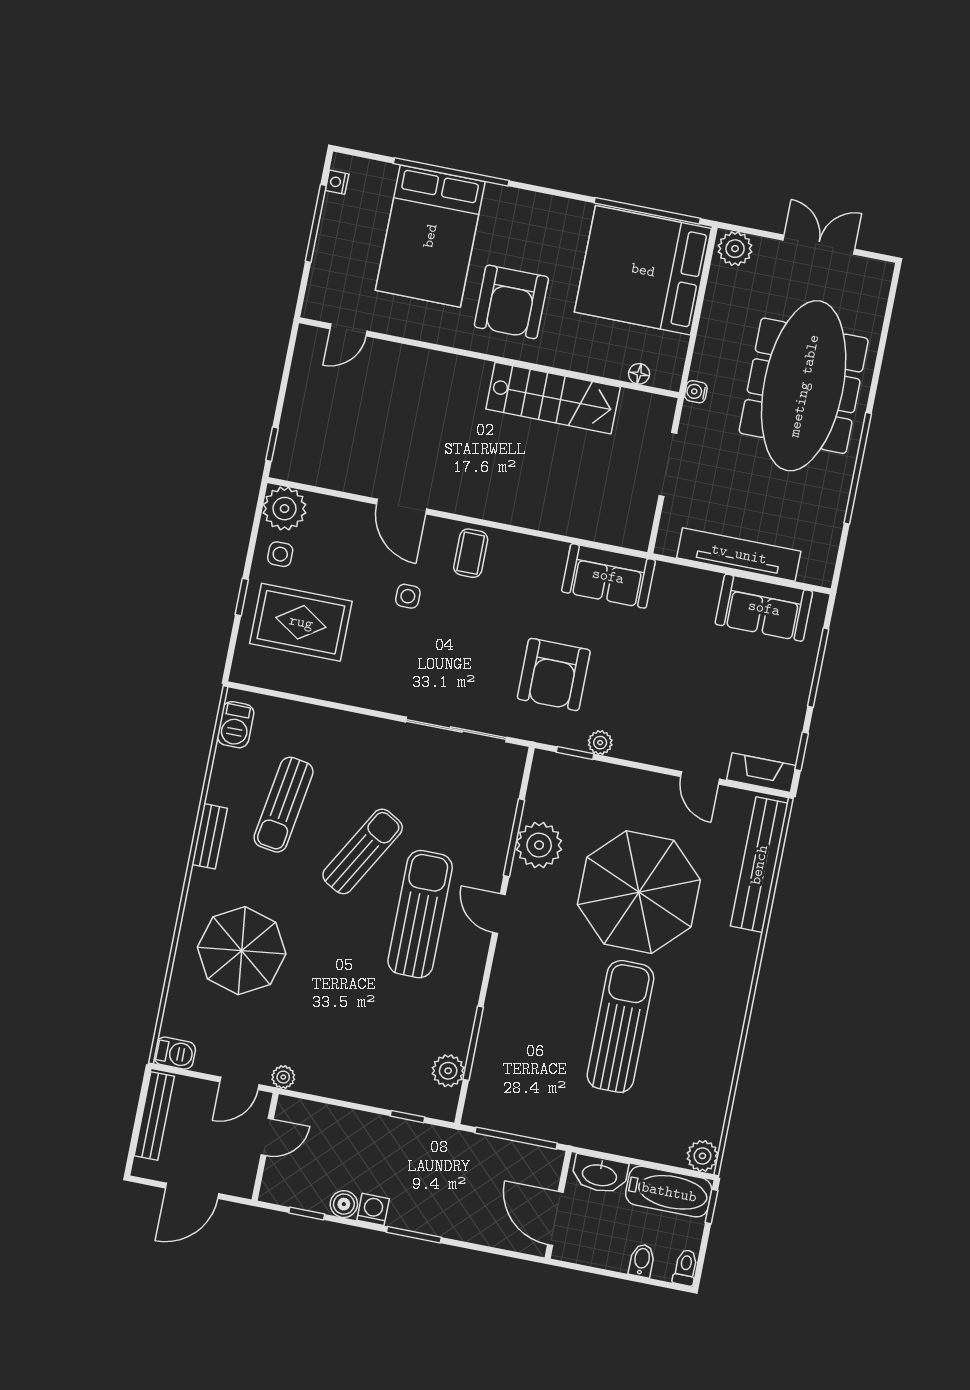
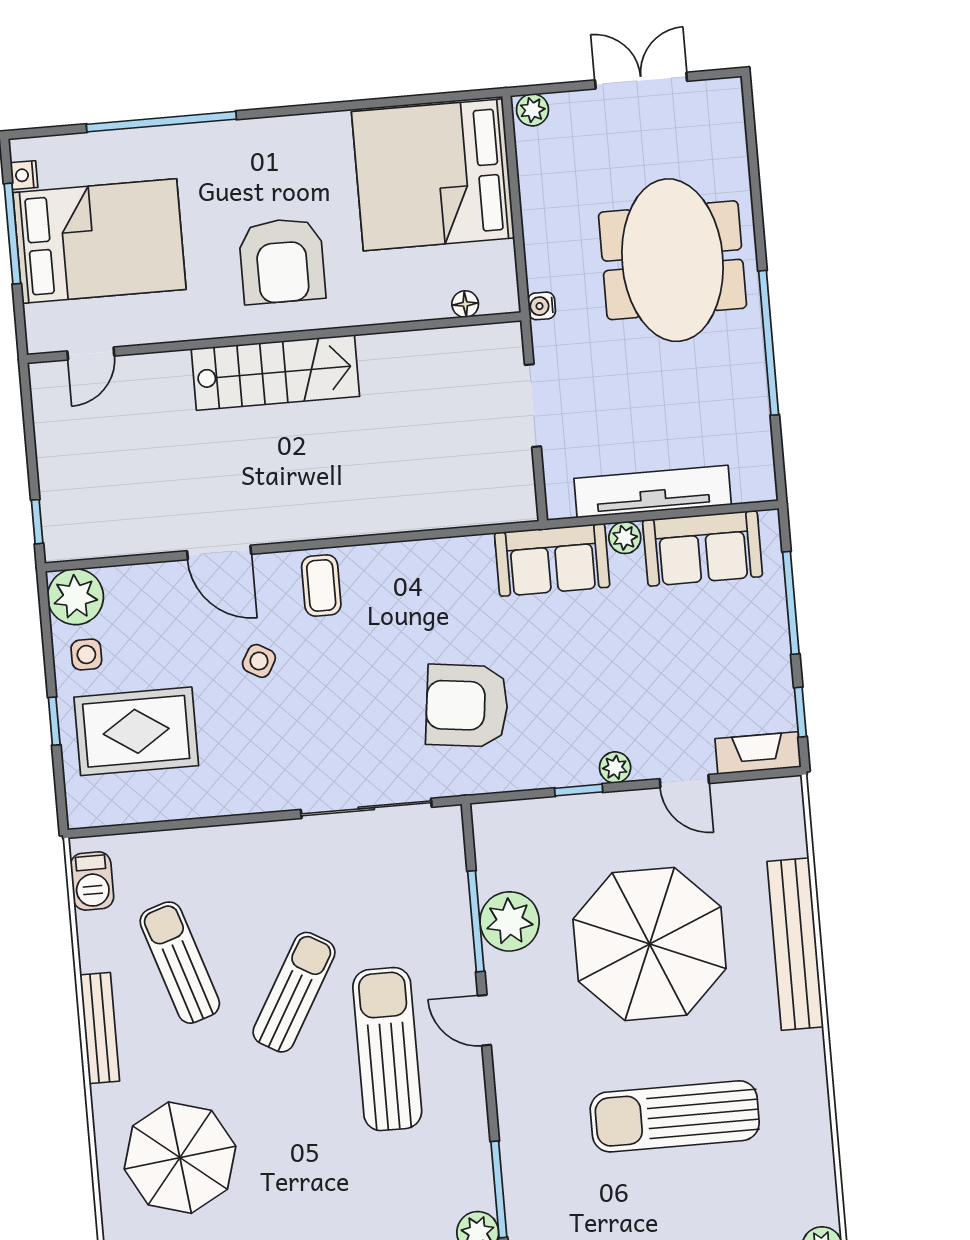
window: (647, 211) -> (417, 100), removed
bed: (430, 236) -> (99, 241), moved, turned -90
plant: (735, 249) -> (532, 110), width x0.73, depth x0.73
meeting table: (804, 386) -> (673, 260), width x0.73
stairs: (553, 398) -> (275, 373), moved
sofa: (608, 576) -> (552, 560), moved
plant: (708, 583) -> (625, 538), added
side table: (408, 596) -> (259, 661), turned 30
armchair: (554, 674) -> (467, 706), turned 97
plant: (600, 743) -> (615, 767), moved
window: (575, 753) -> (579, 790), moved
sun lounger: (284, 805) -> (180, 963), turned 153
bench: (210, 836) -> (100, 1028), width x1.36
bench: (759, 865) -> (795, 944), moved
sun lounger: (620, 1026) -> (675, 1116), turned -90

